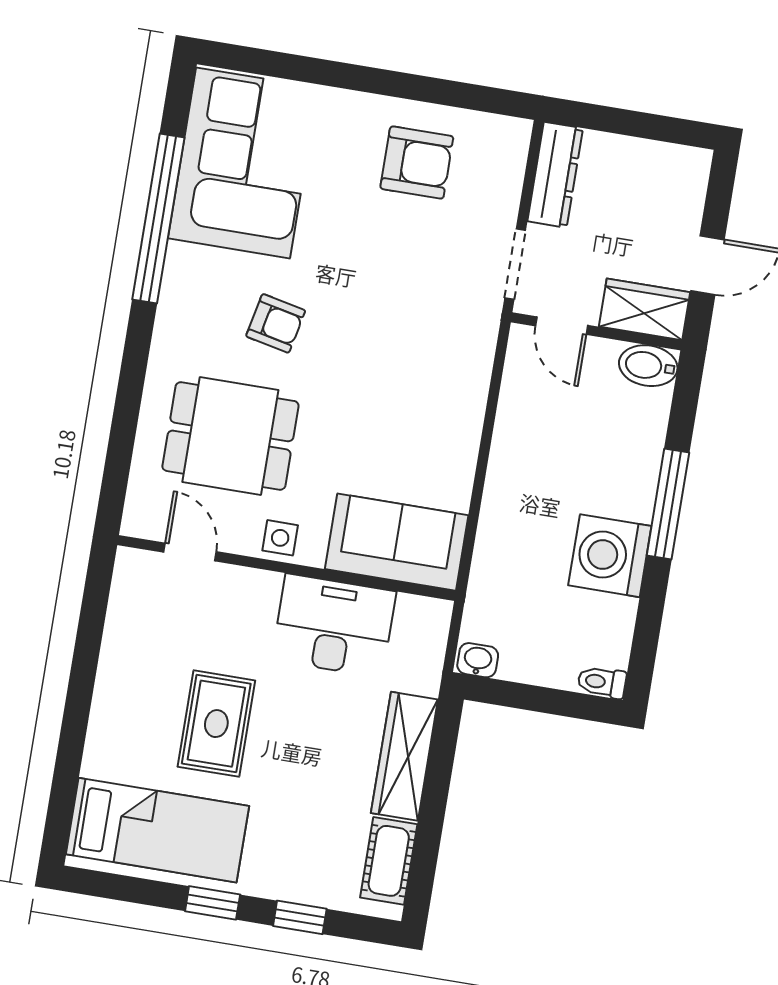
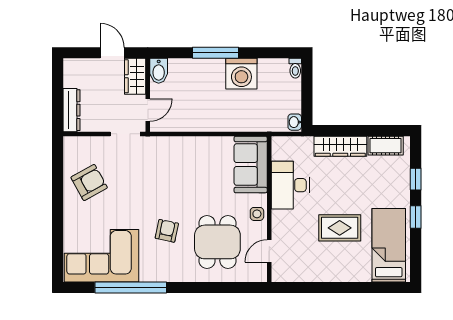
armchair: (417, 162) -> (89, 182), turned 61
dresser: (555, 175) -> (71, 110), moved, turned 90

